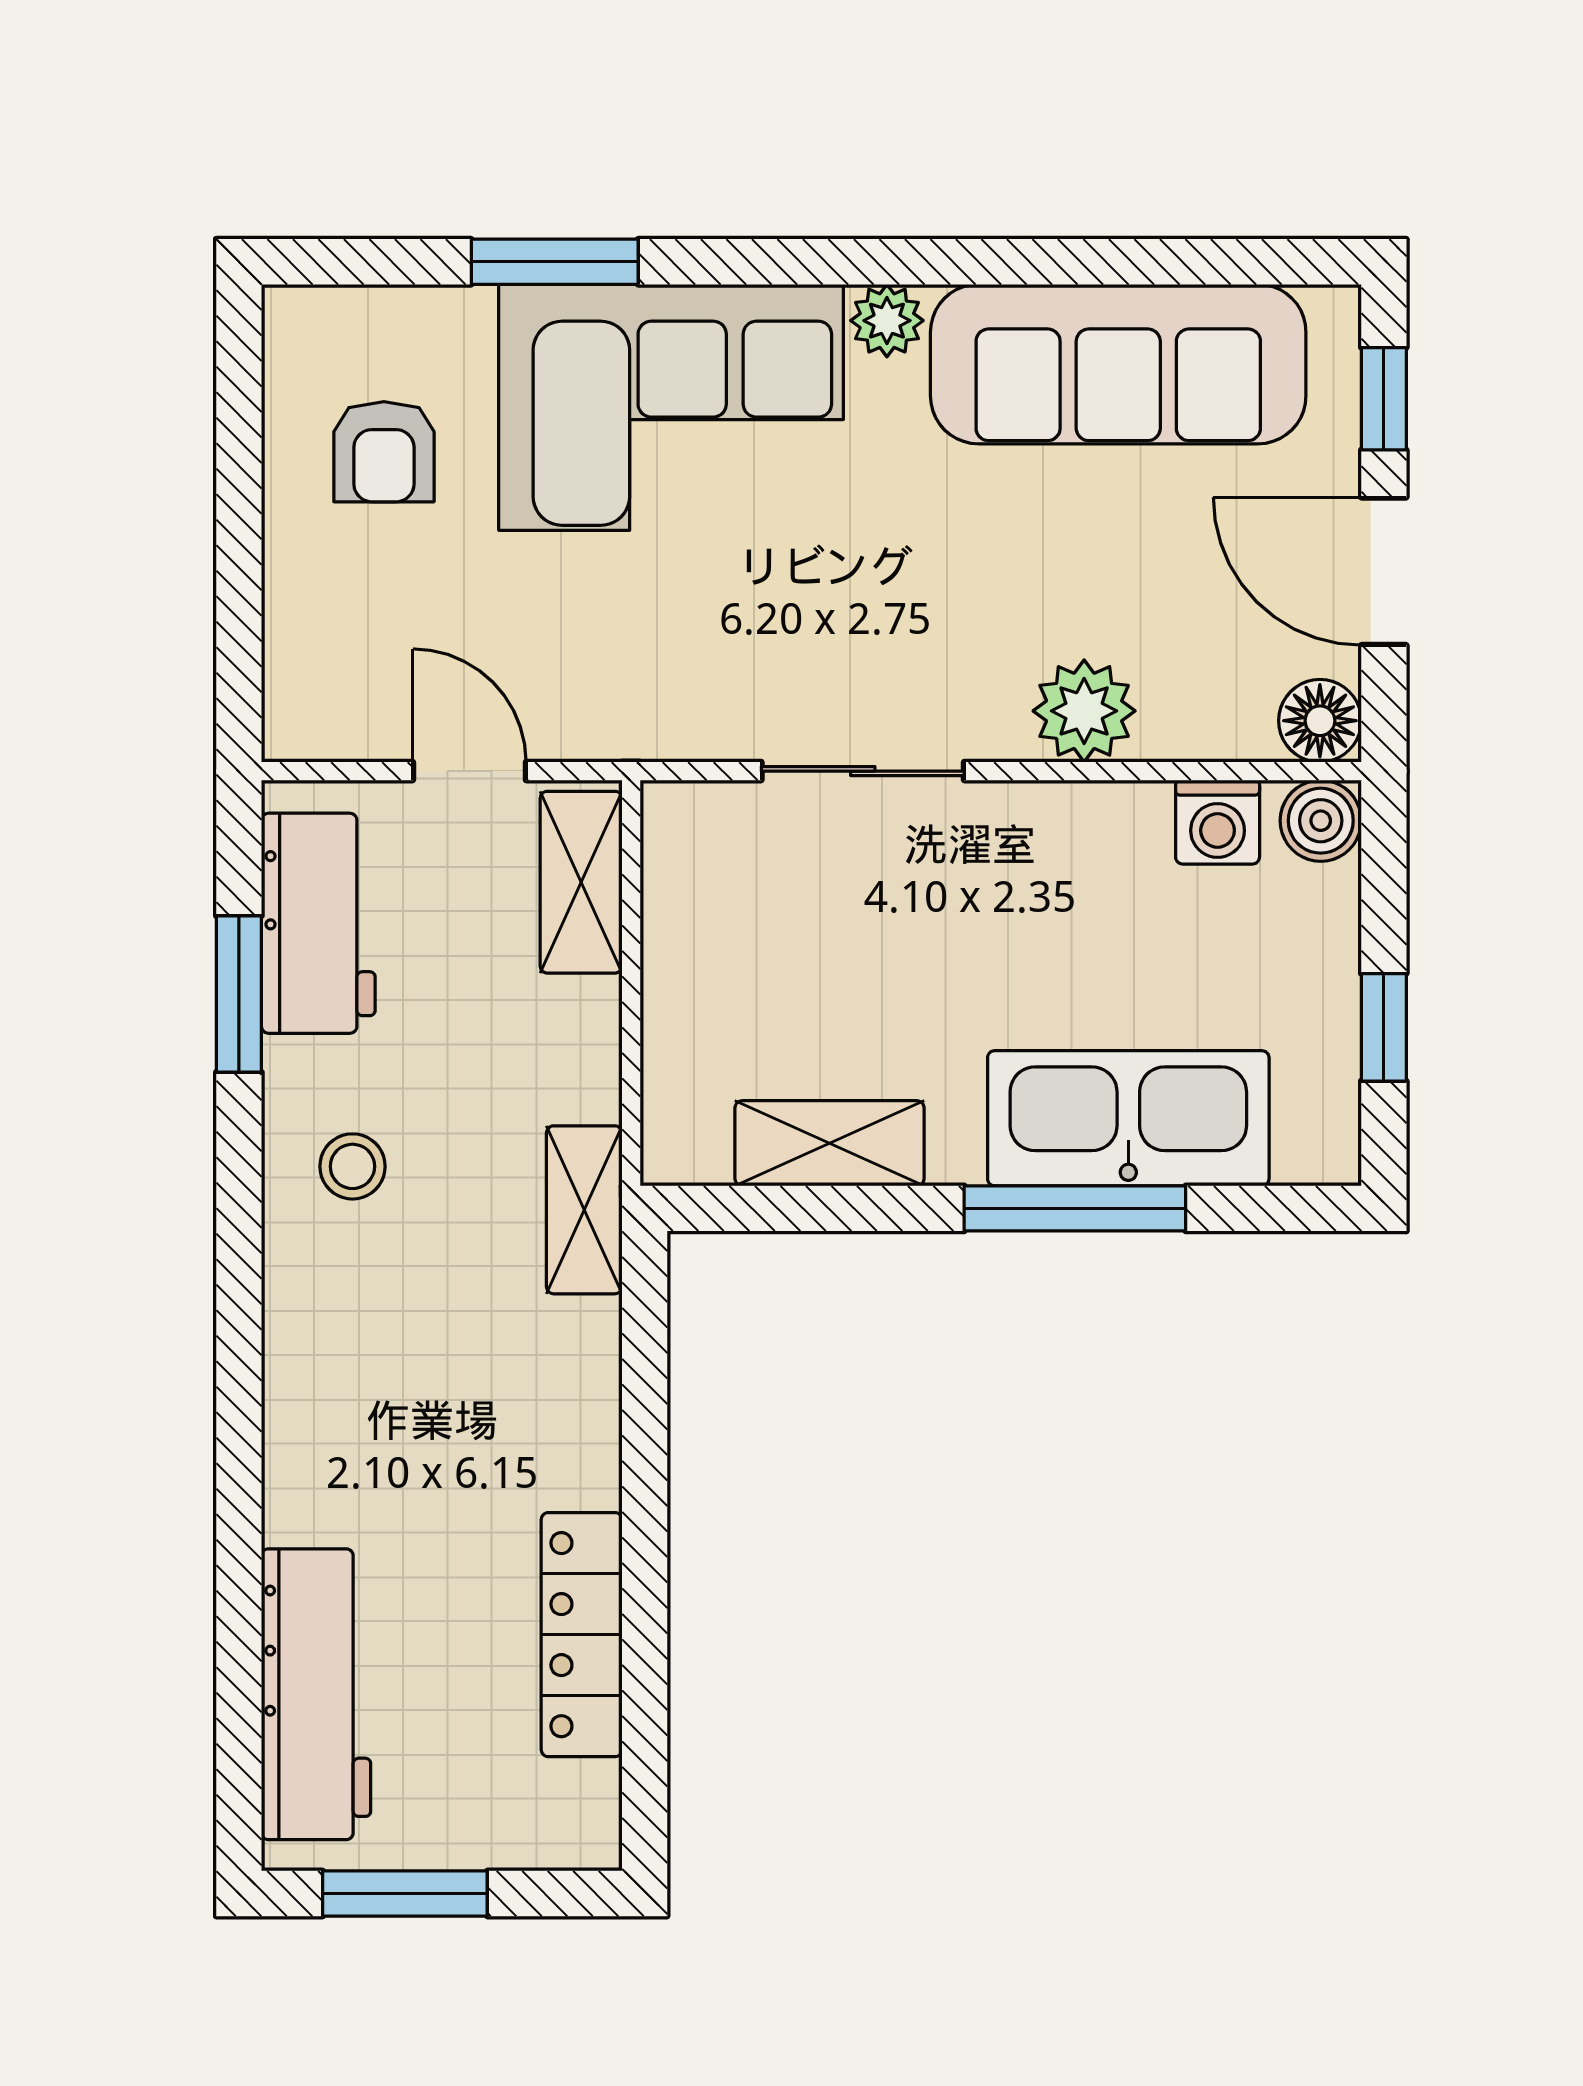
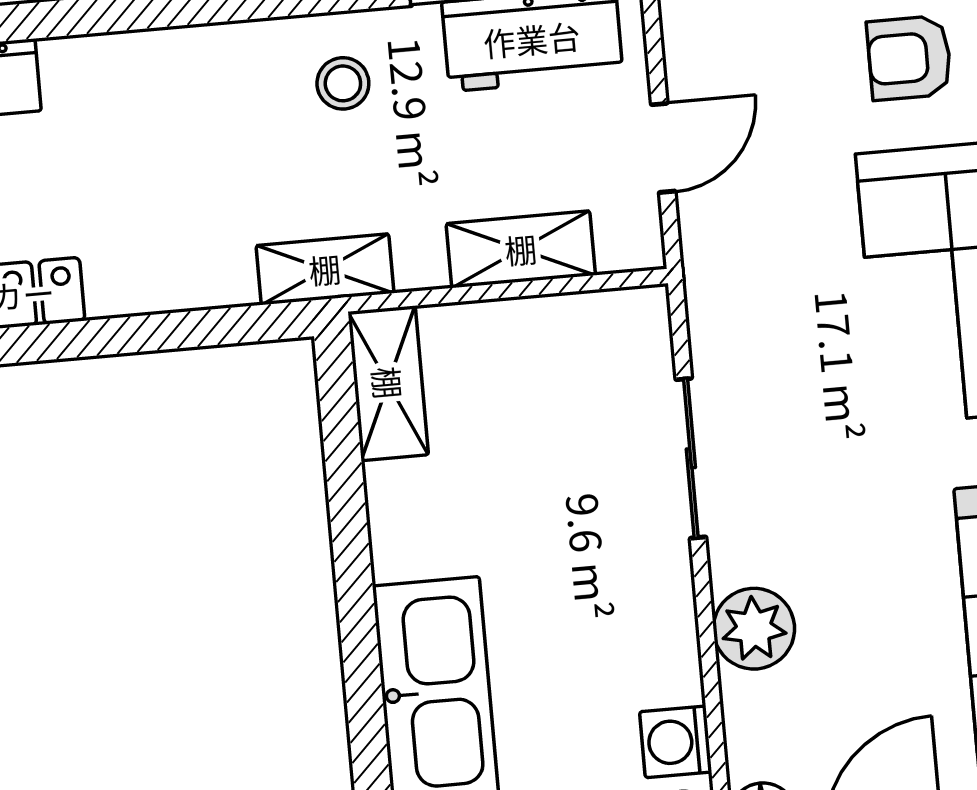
shelving: (581, 882) -> (521, 249), moved
shelving: (830, 1143) -> (388, 383), moved
window: (1075, 1208) -> (361, 657), removed

